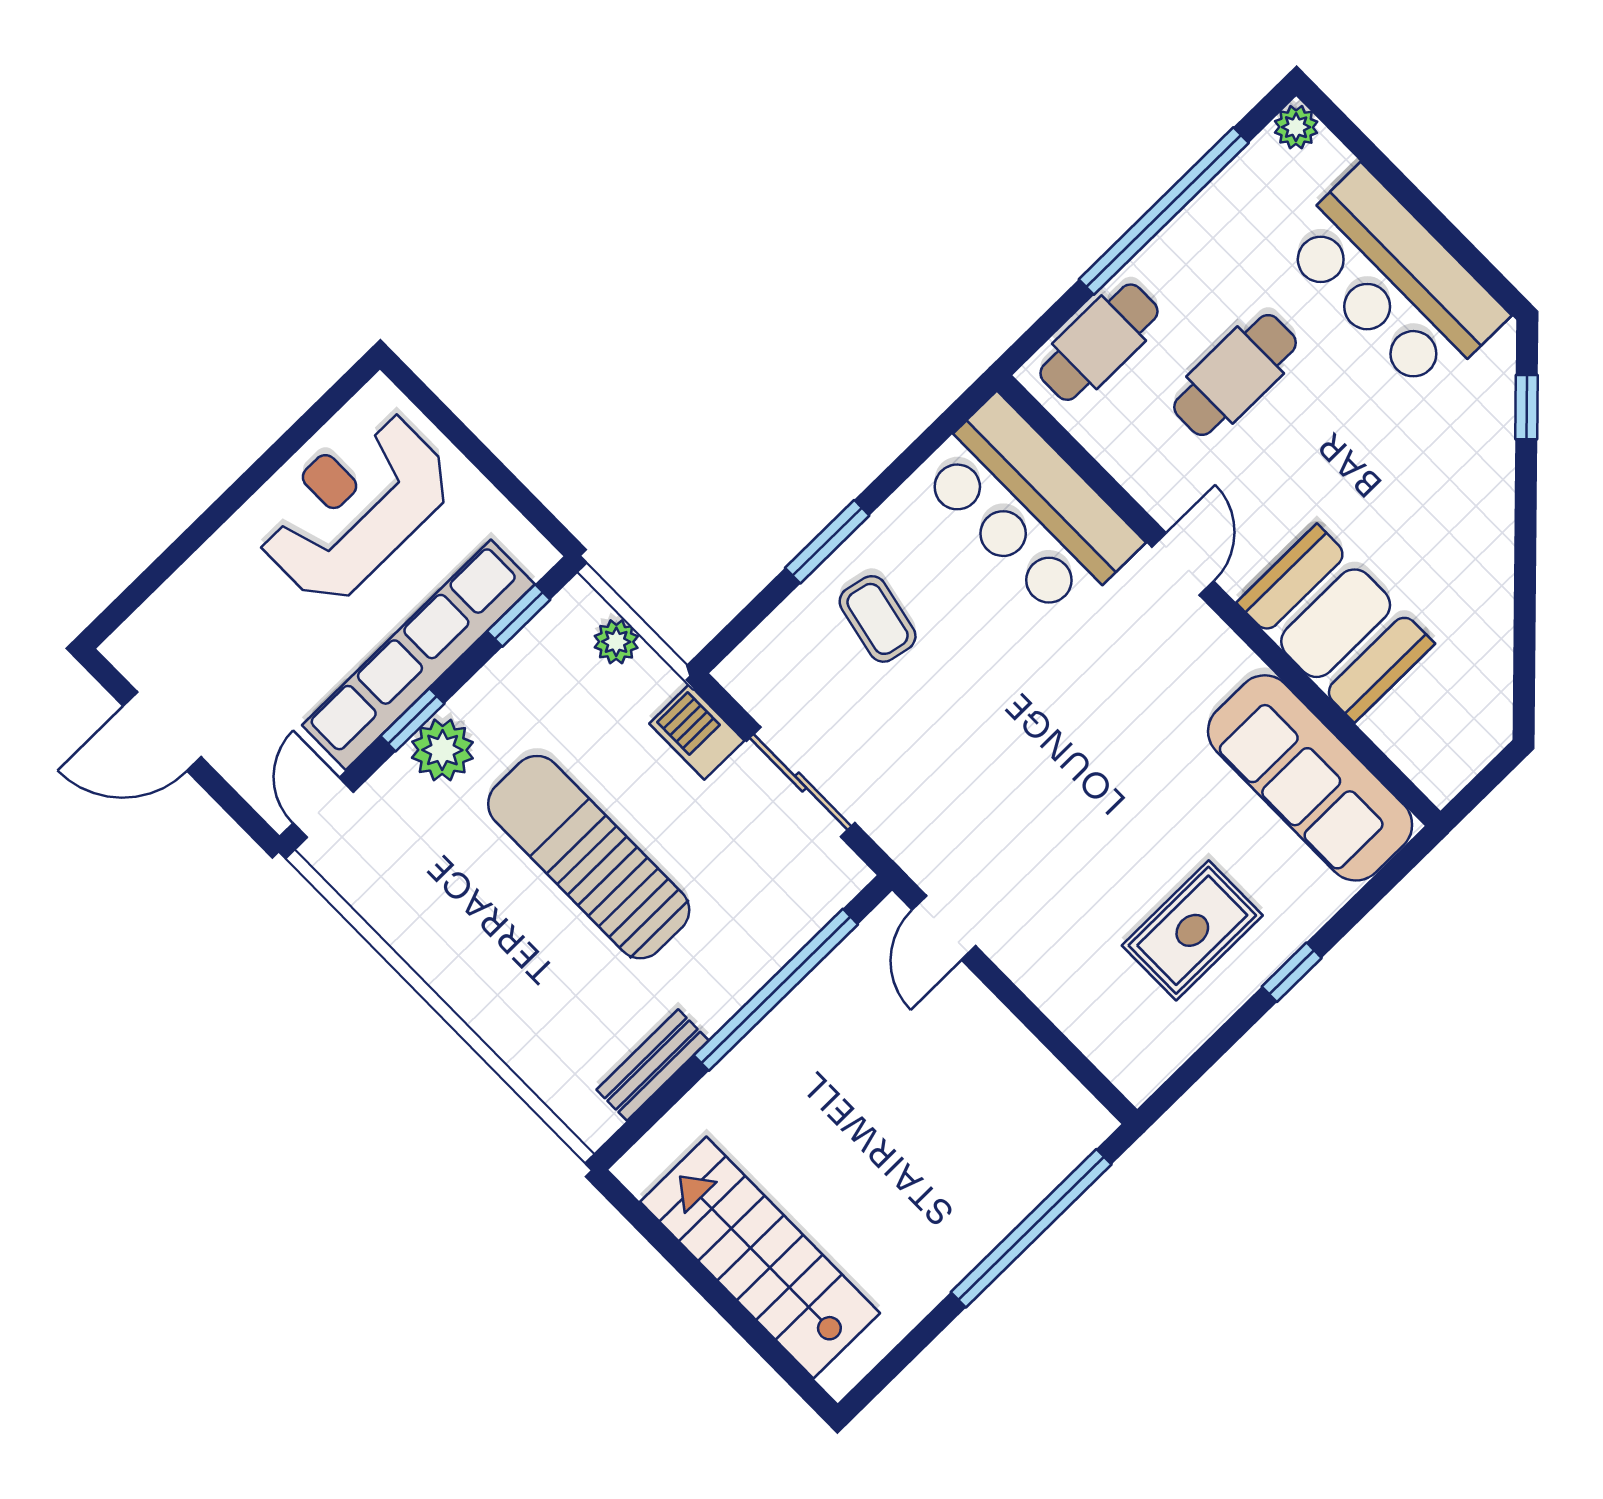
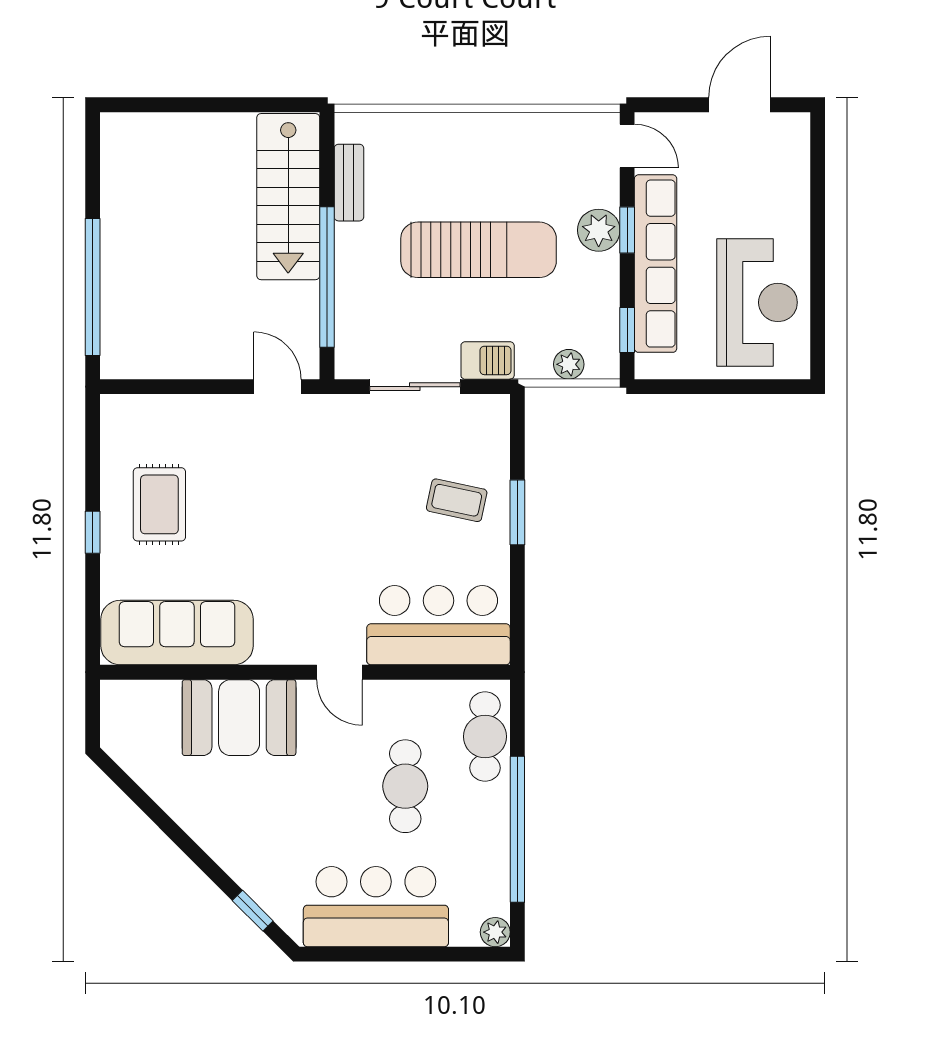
stairs: (760, 1258) -> (288, 197), moved, turned 90

